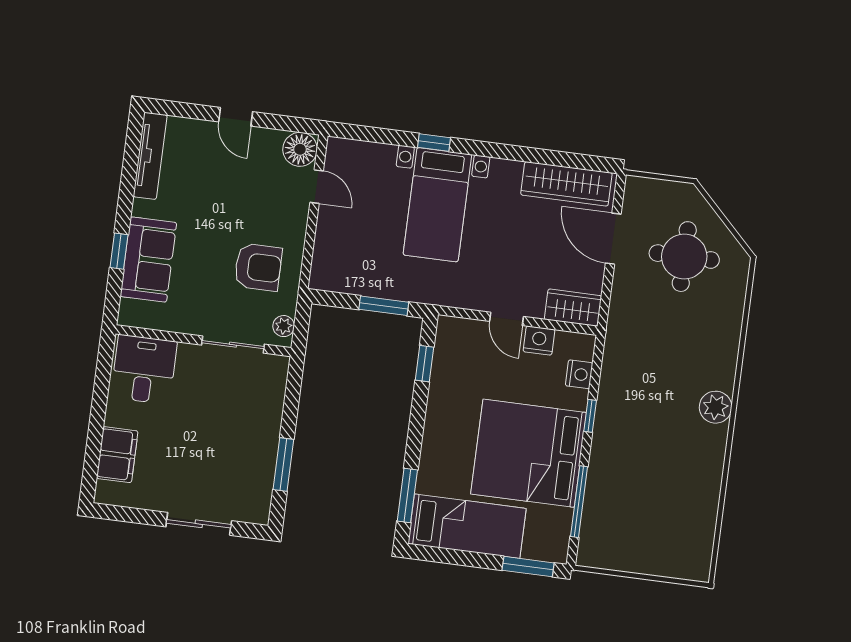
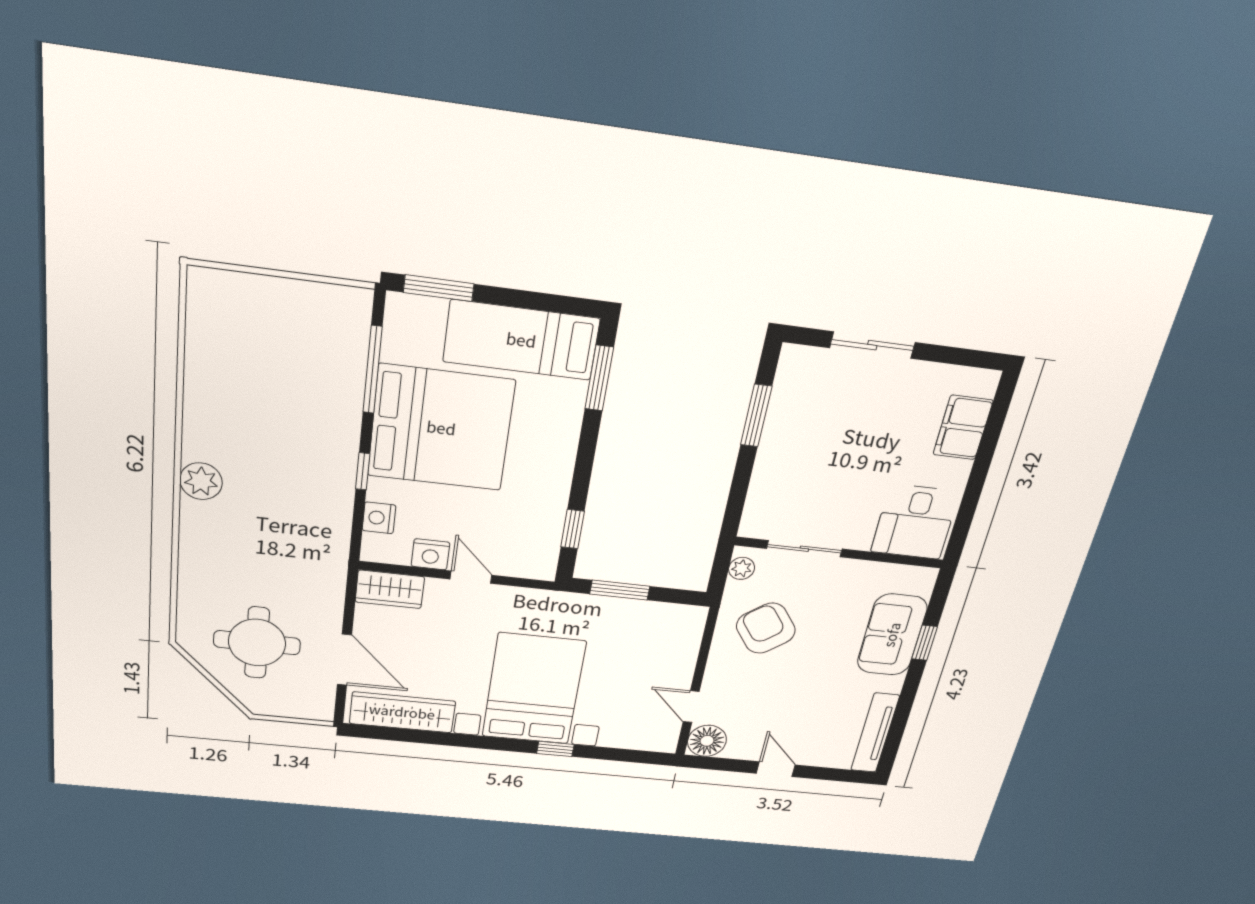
bed with nightstands: (437, 205) -> (534, 689), width x1.36
armchair: (258, 267) -> (766, 628), turned 53

